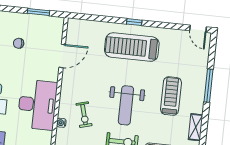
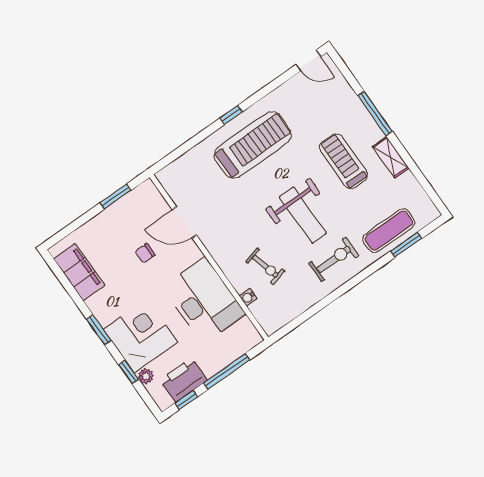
chair: (19, 43) -> (145, 253), moved
treadmill: (132, 47) -> (253, 145), turned 180
door: (62, 56) -> (184, 222), swing flipped
shelving: (196, 127) -> (391, 157), moved

